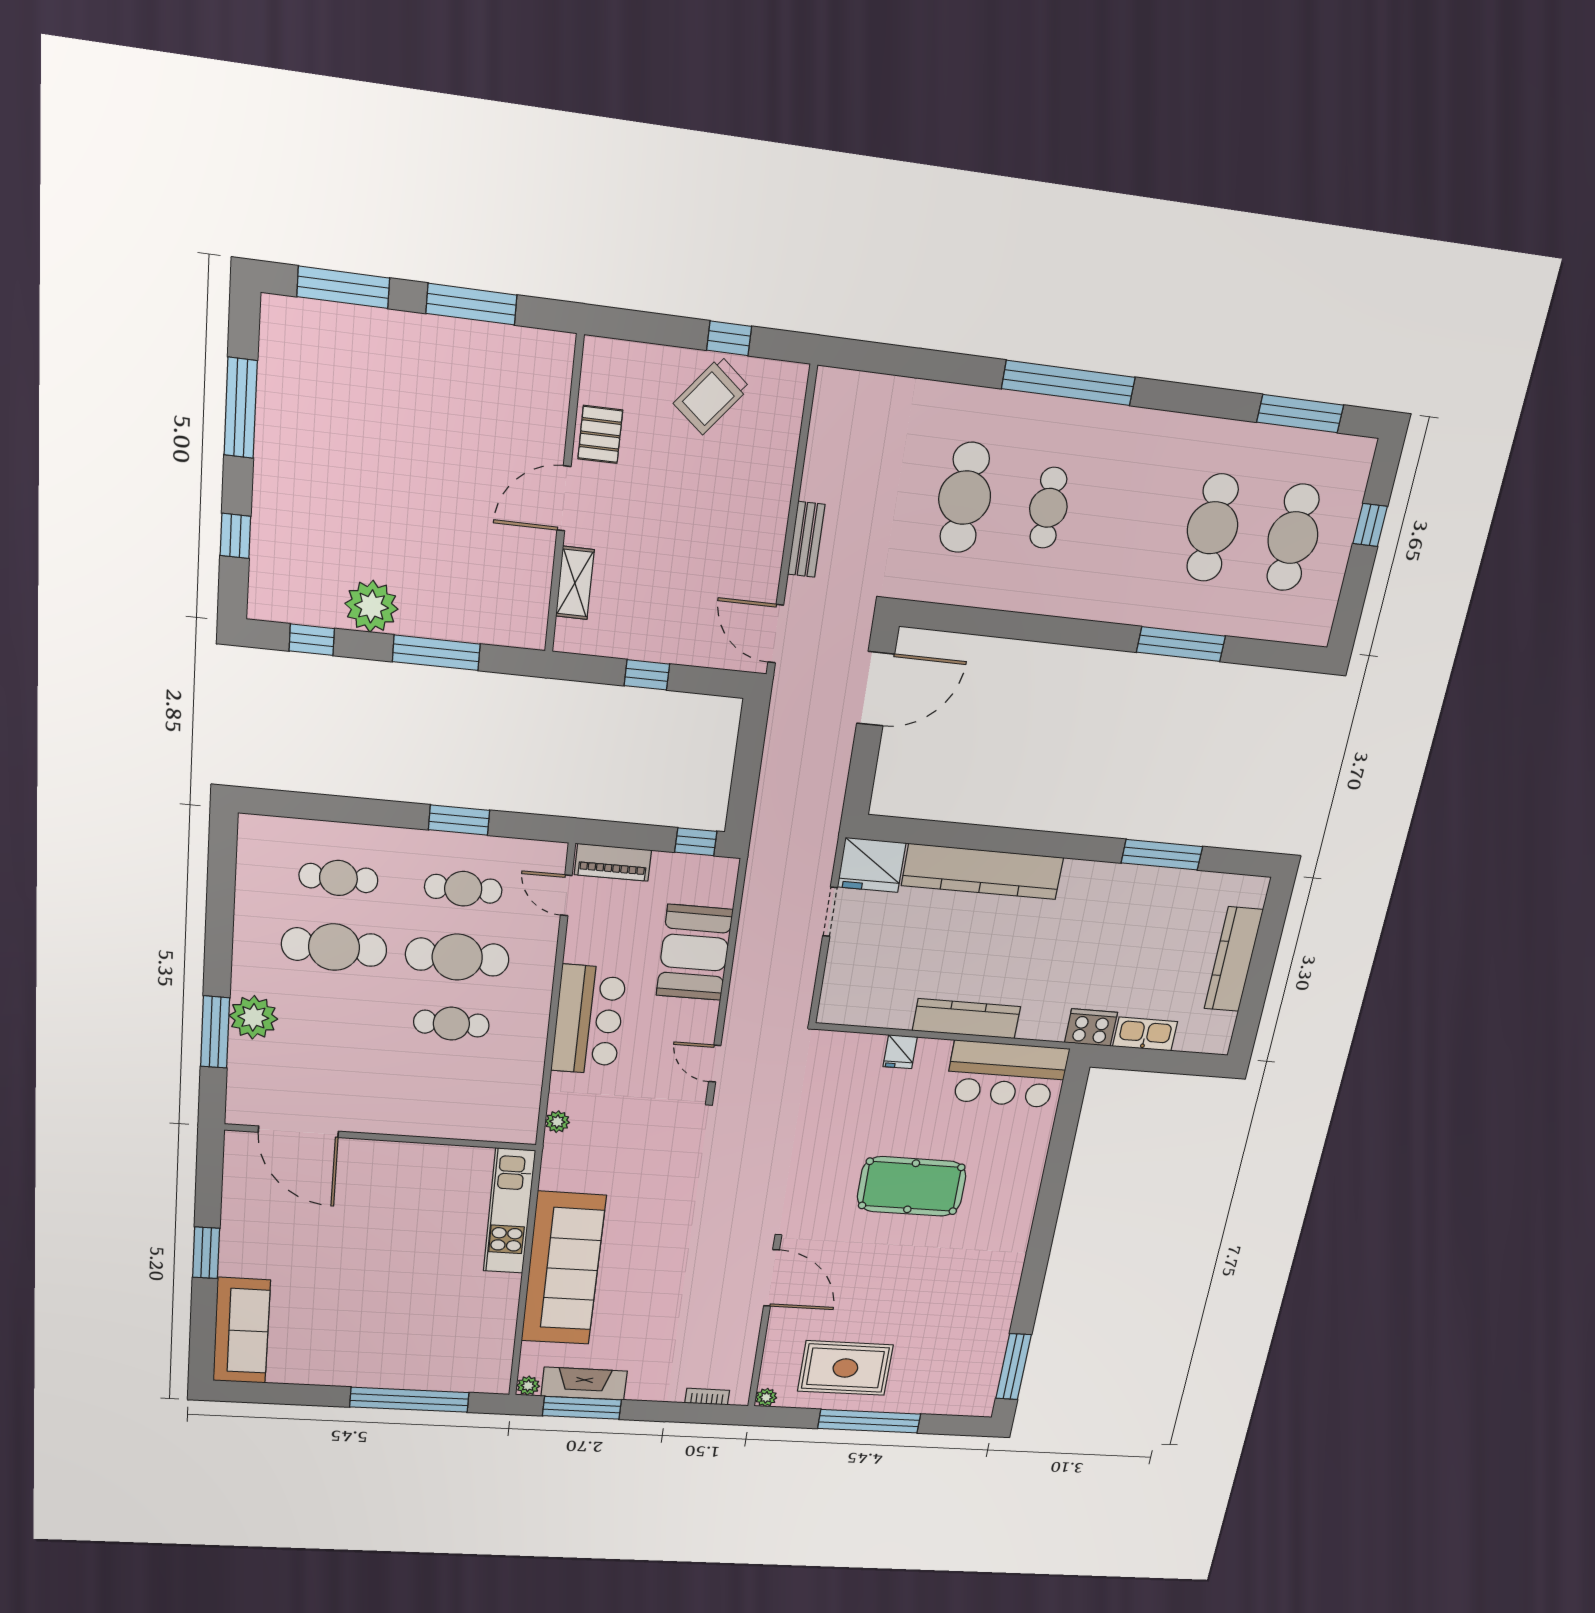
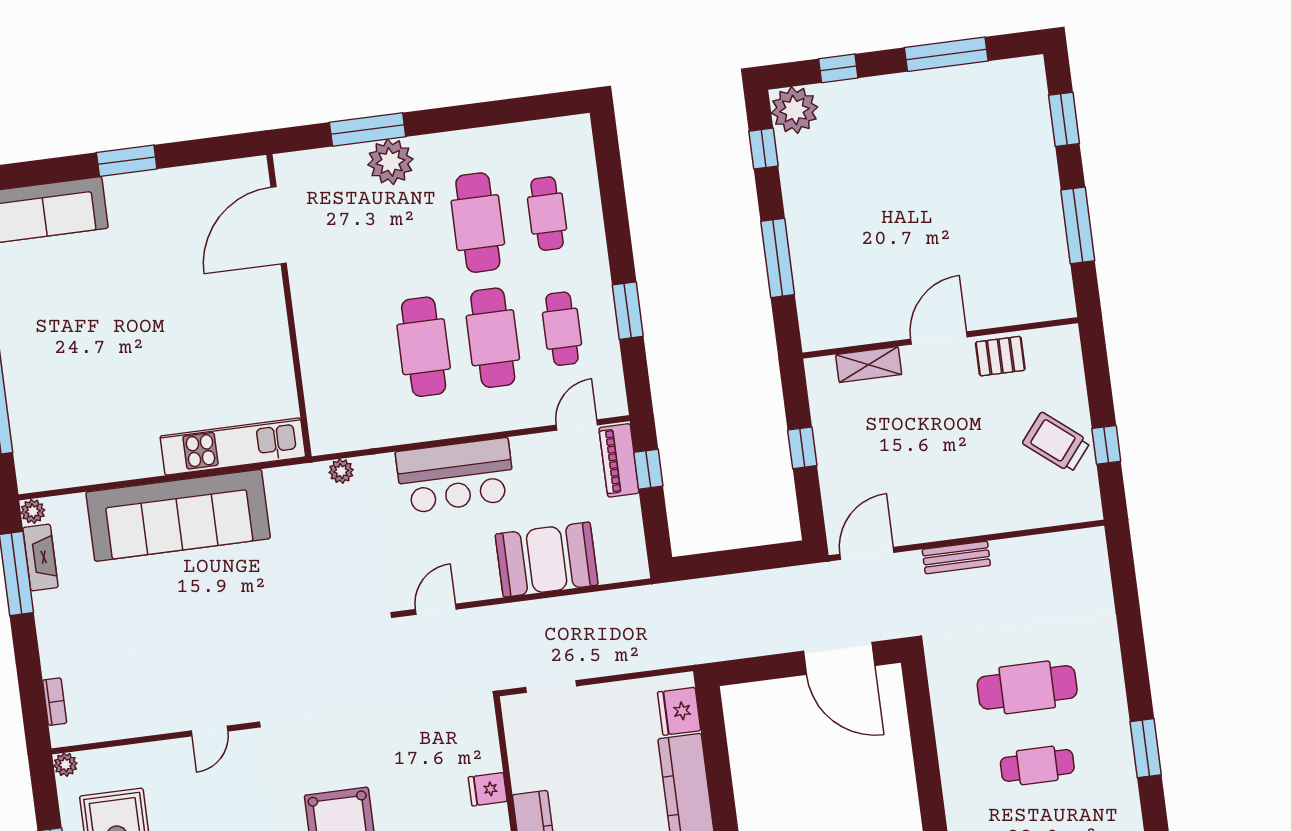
window: (343, 287) -> (1064, 119), width x0.69
window: (1068, 383) -> (1146, 748), width x0.47
door: (564, 498) -> (939, 338), hinge flipped
plant: (371, 606) -> (794, 110), moved
window: (696, 842) -> (648, 469), moved
fridge: (872, 865) -> (679, 711), width x0.73, depth x0.75
doorway: (830, 912) -> (551, 687), moved
cafe table: (451, 1024) -> (424, 347), width x1.37, depth x1.35
door: (772, 1278) -> (209, 731), width x0.53
fireplace: (584, 1384) -> (40, 557), width x0.73, depth x0.76

